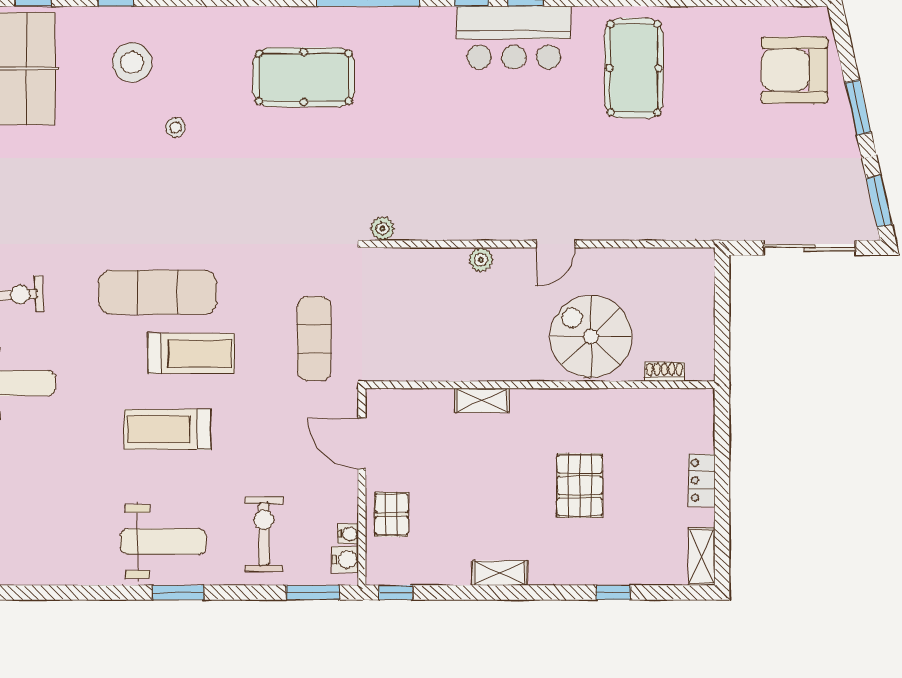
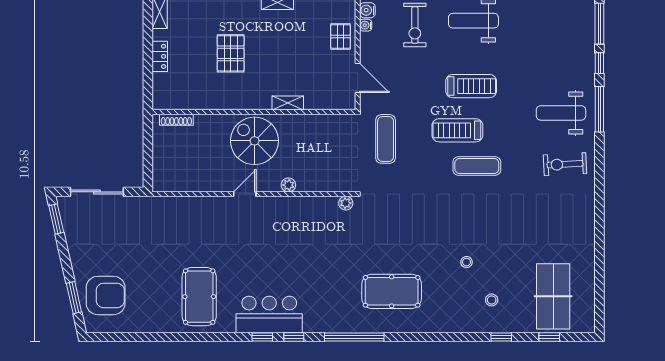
stool: (132, 62) -> (492, 300), width x0.53, depth x0.53
window: (858, 108) -> (74, 298), moved
exercise mat: (158, 292) -> (477, 166), width x0.73, depth x0.69
spiral stairs: (591, 337) -> (255, 141), moved, turned 180
shoe rack: (664, 372) -> (176, 120), width x1.43

